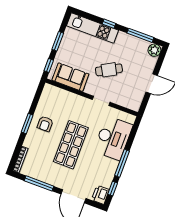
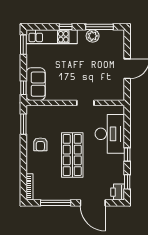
window: (58, 41) -> (23, 45), moved
plant: (154, 50) -> (93, 36), moved
cafe table: (109, 70) -> (82, 71), removed
sofa: (70, 77) -> (36, 84), moved, turned 90
window: (27, 124) -> (23, 124), moved
window: (122, 163) -> (127, 155), width x0.46

